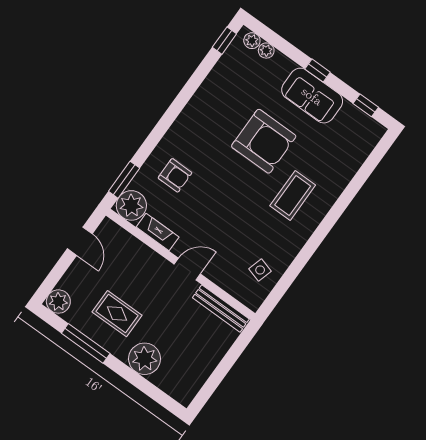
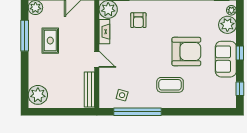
plant: (266, 51) -> (227, 25), width x1.88, depth x1.88
armchair: (264, 141) -> (186, 52), turned -90
window: (297, 265) -> (137, 112), added
plant: (145, 359) -> (38, 95), moved

